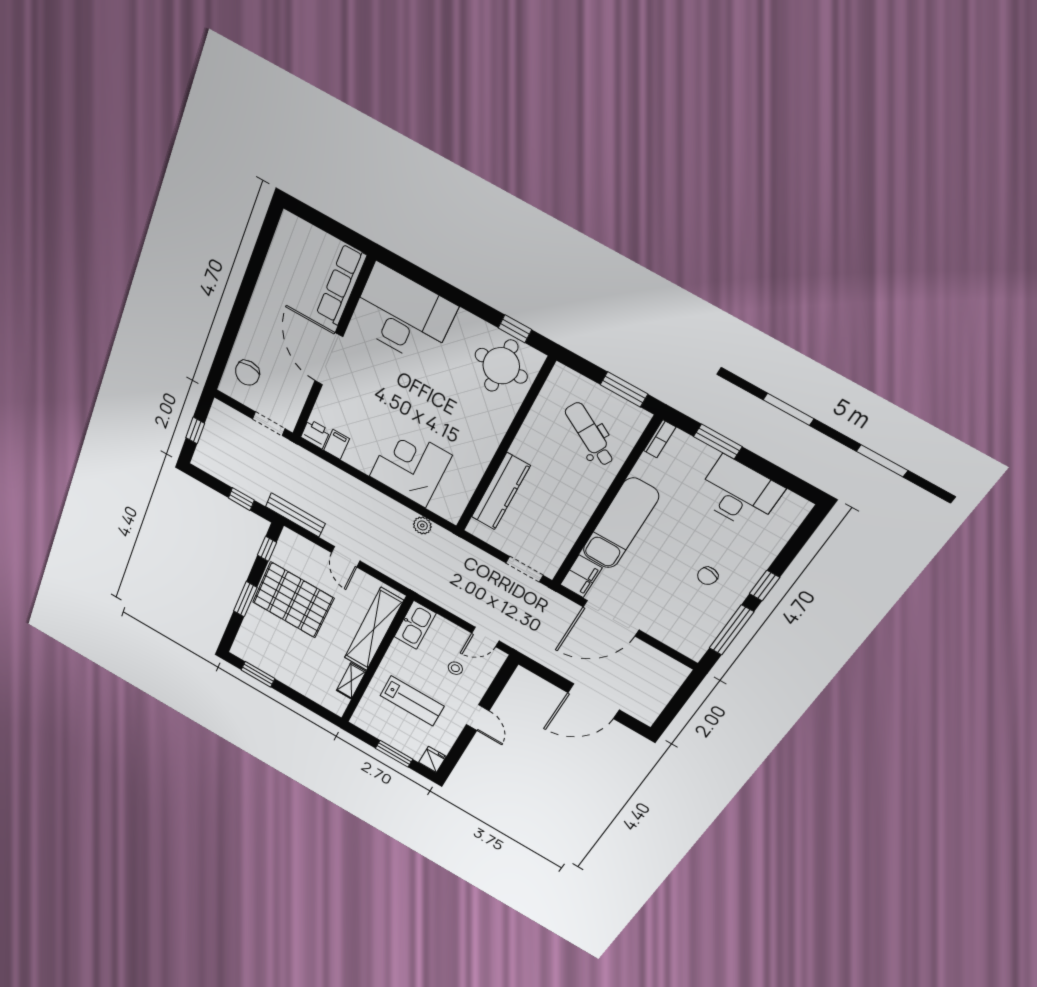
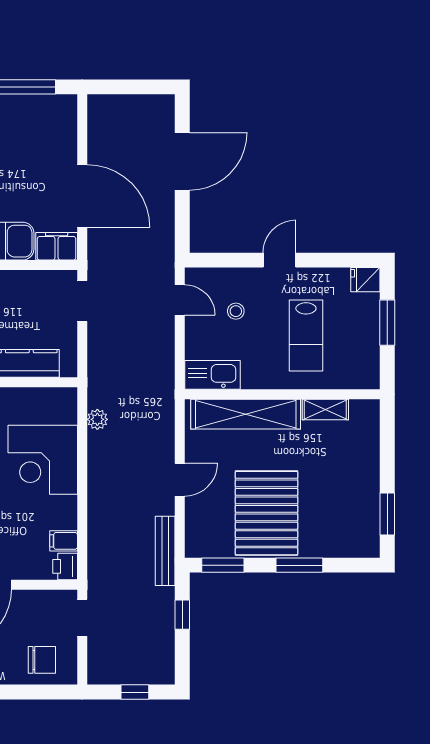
window: (267, 549) -> (223, 565), width x1.50
lab bench: (412, 701) -> (306, 335), turned 180
door: (594, 701) -> (182, 161), hinge flipped

